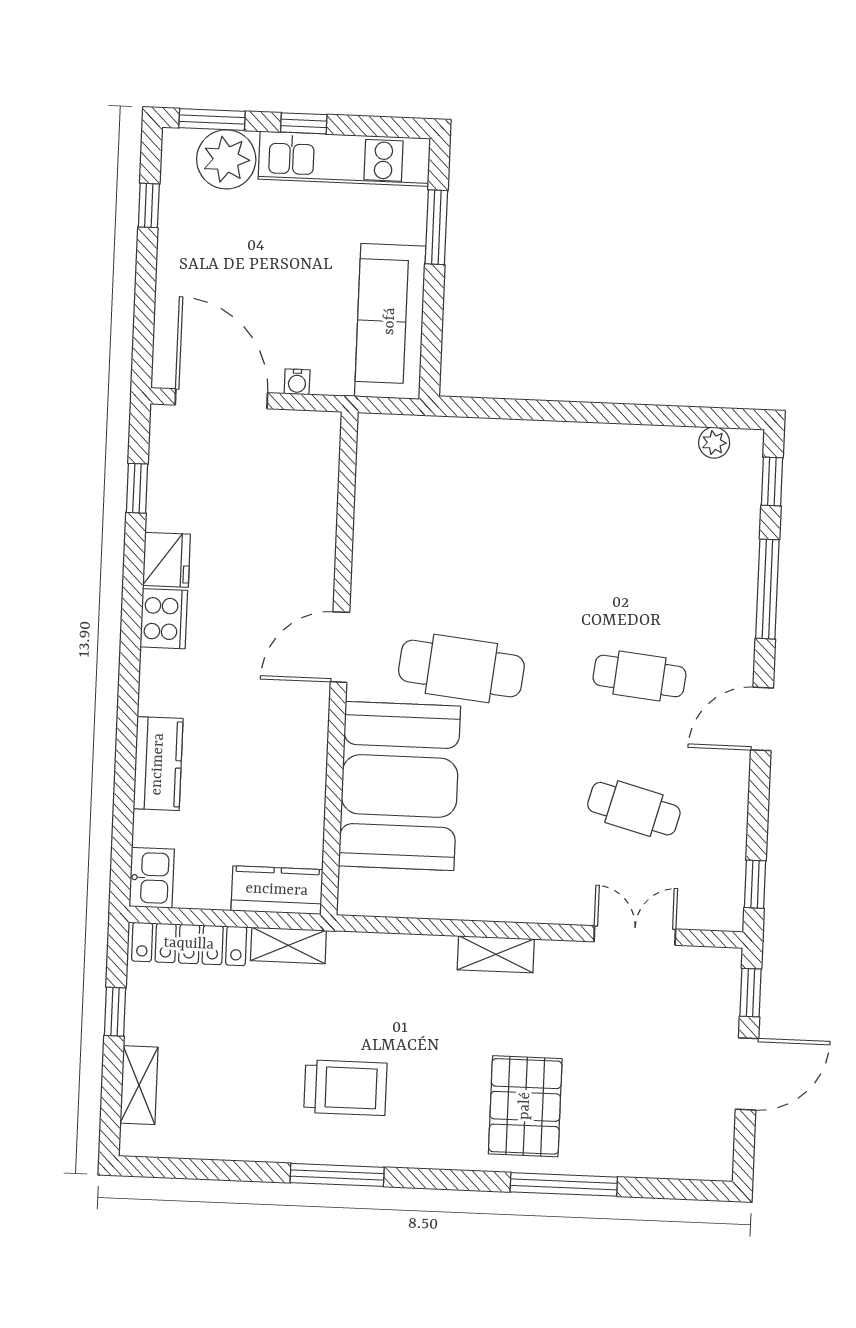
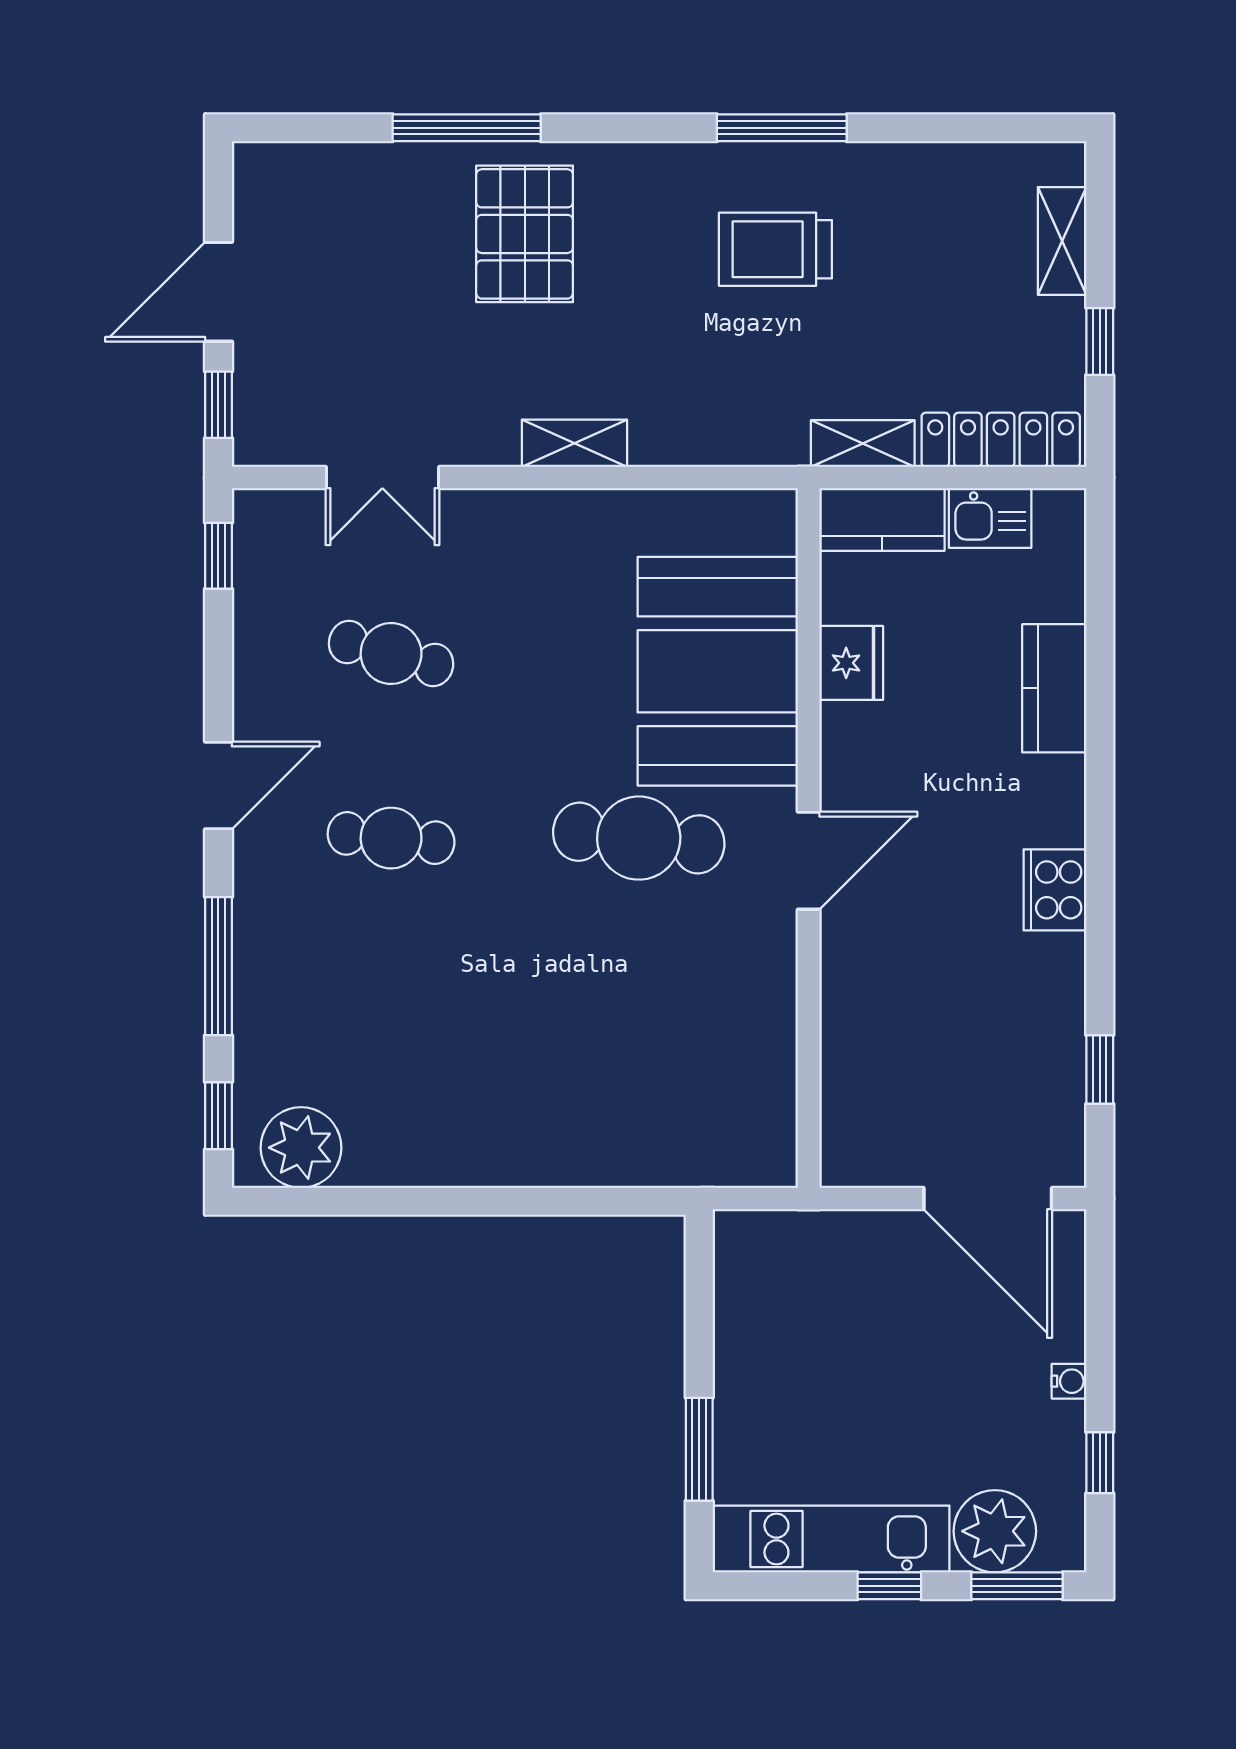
sofa: (390, 321) -> (758, 1316), removed
water cooler: (297, 382) -> (1069, 1381), moved, turned 90
plant: (714, 443) -> (301, 1148), width x1.87, depth x1.87
fridge: (166, 560) -> (851, 663), moved, turned 180
kitchen sink: (152, 878) -> (990, 518), moved, turned -90

